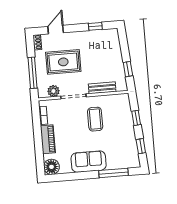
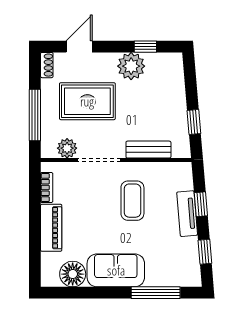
plant: (88, 39) -> (131, 66), added
tv unit: (128, 124) -> (187, 214), added
floor lamp: (52, 167) -> (73, 274), moved

